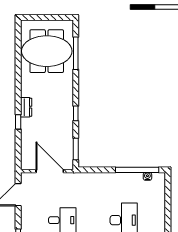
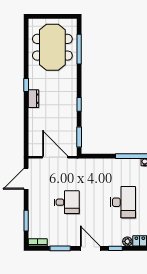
meeting table: (47, 51) -> (52, 47), turned 90
window: (18, 122) -> (26, 85), moved

